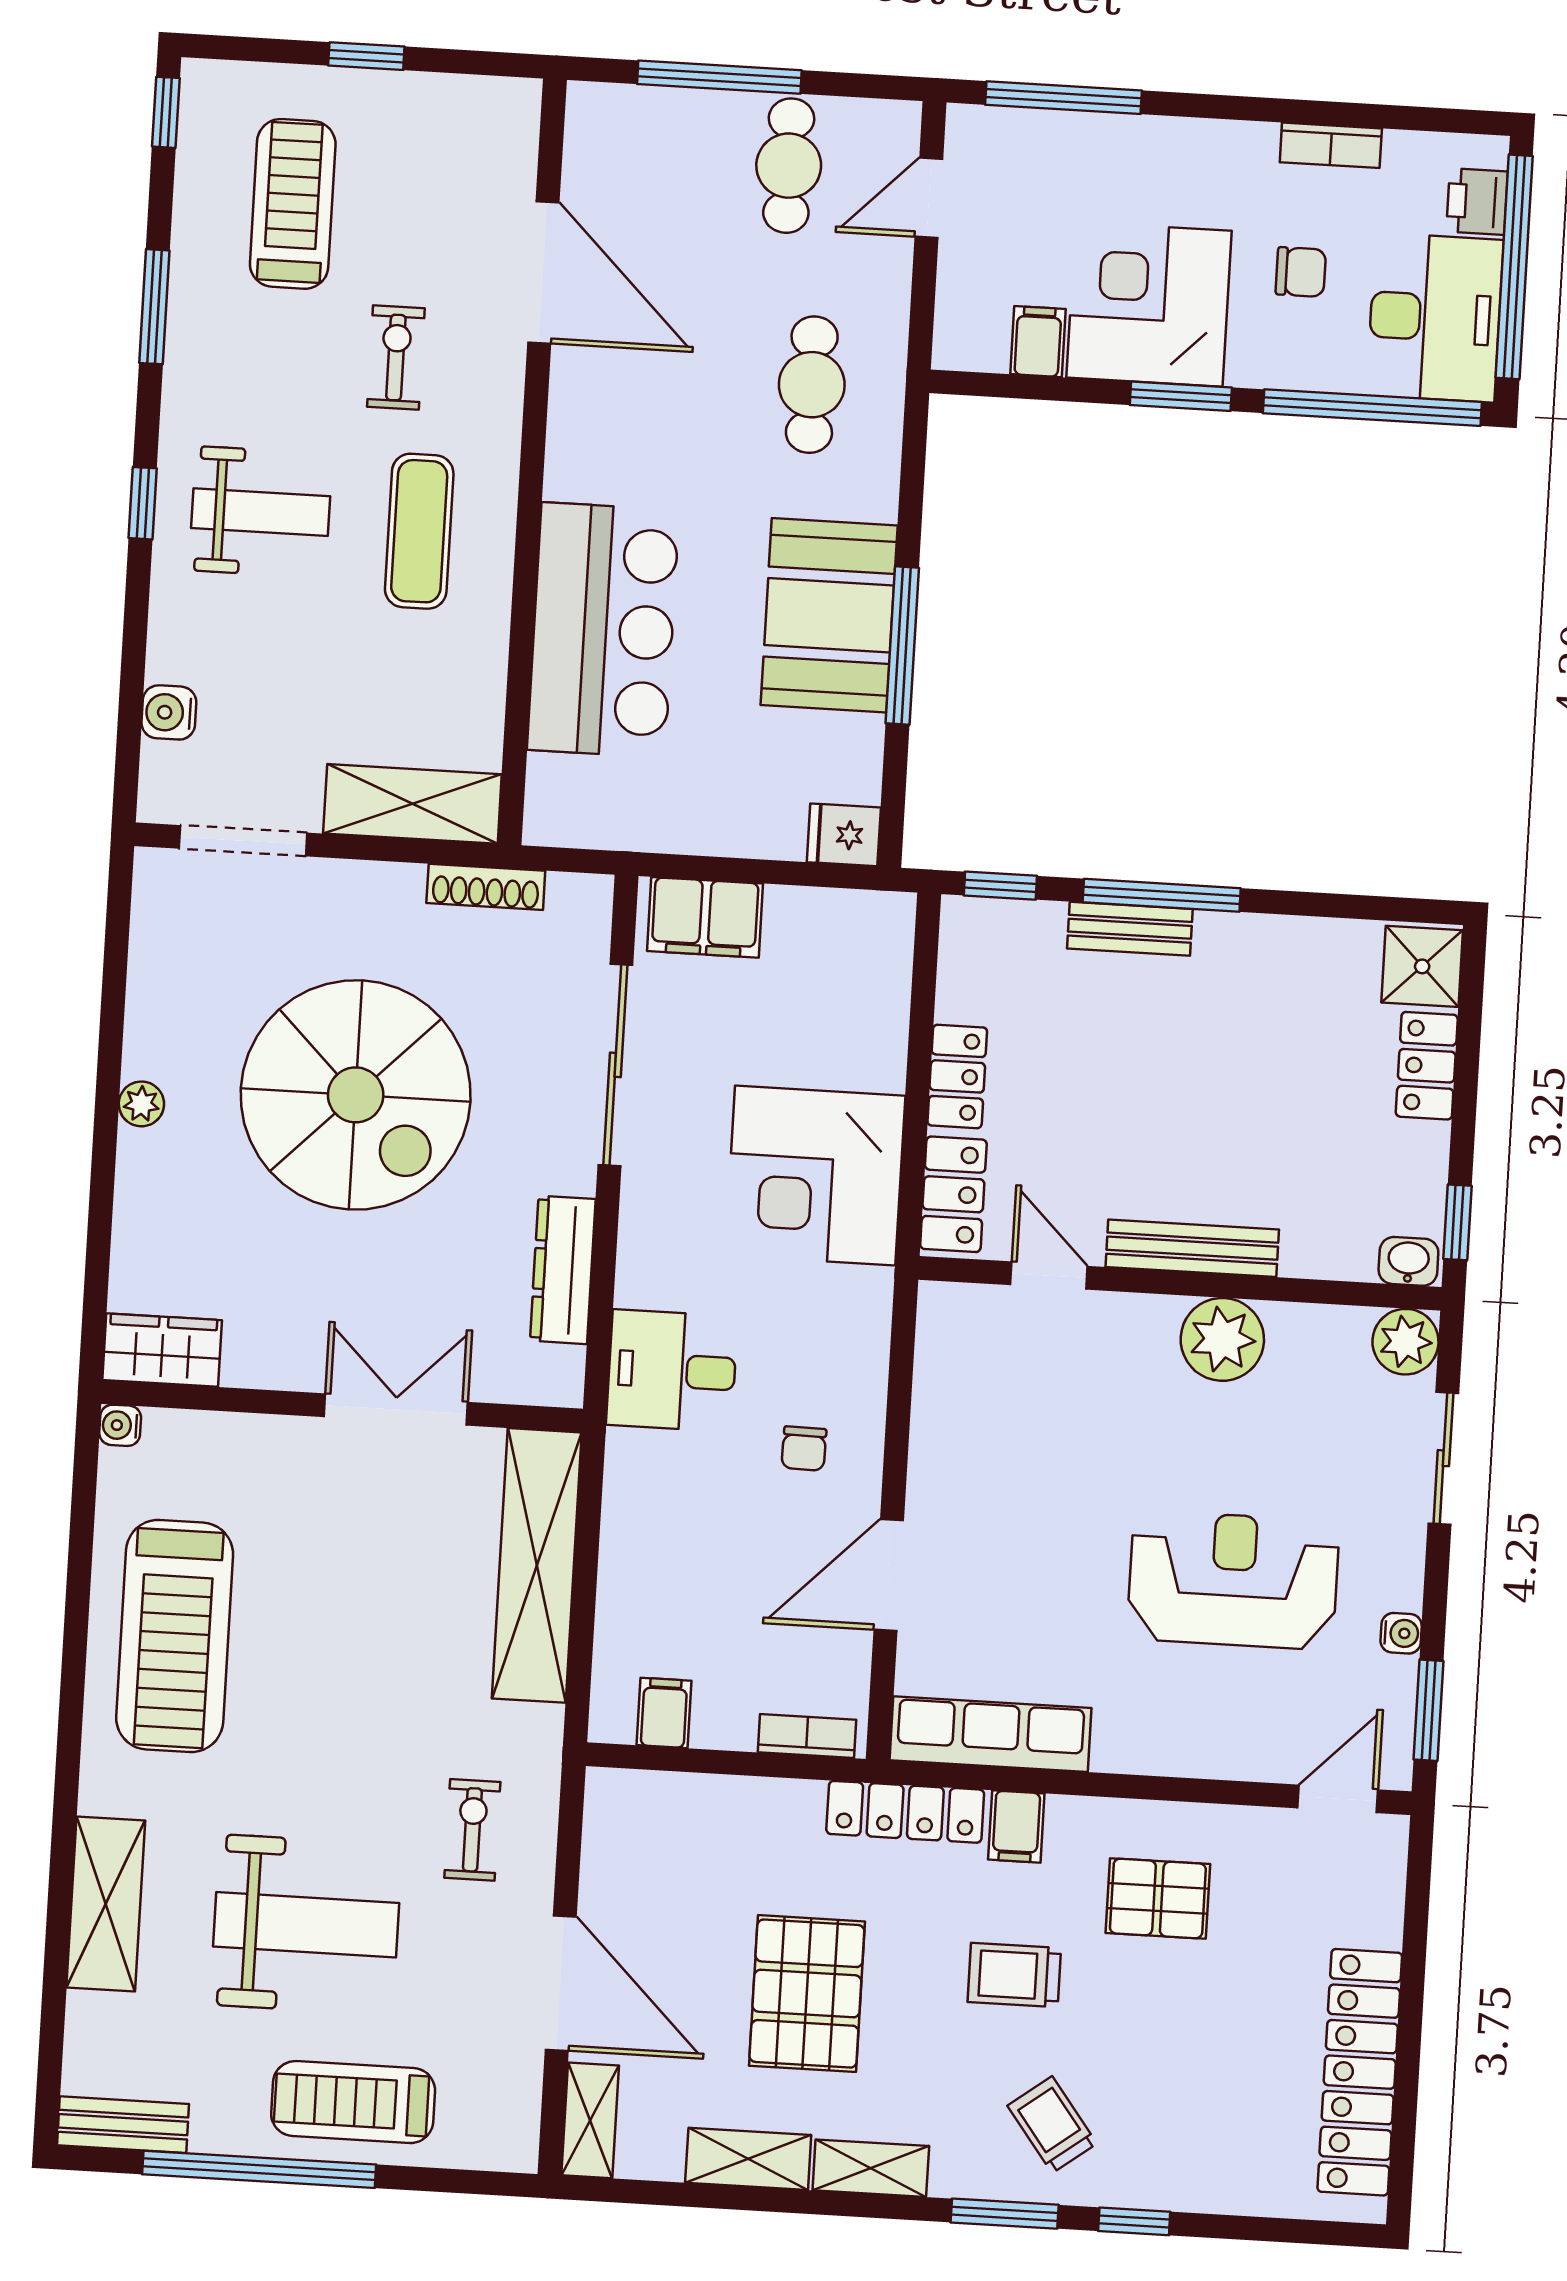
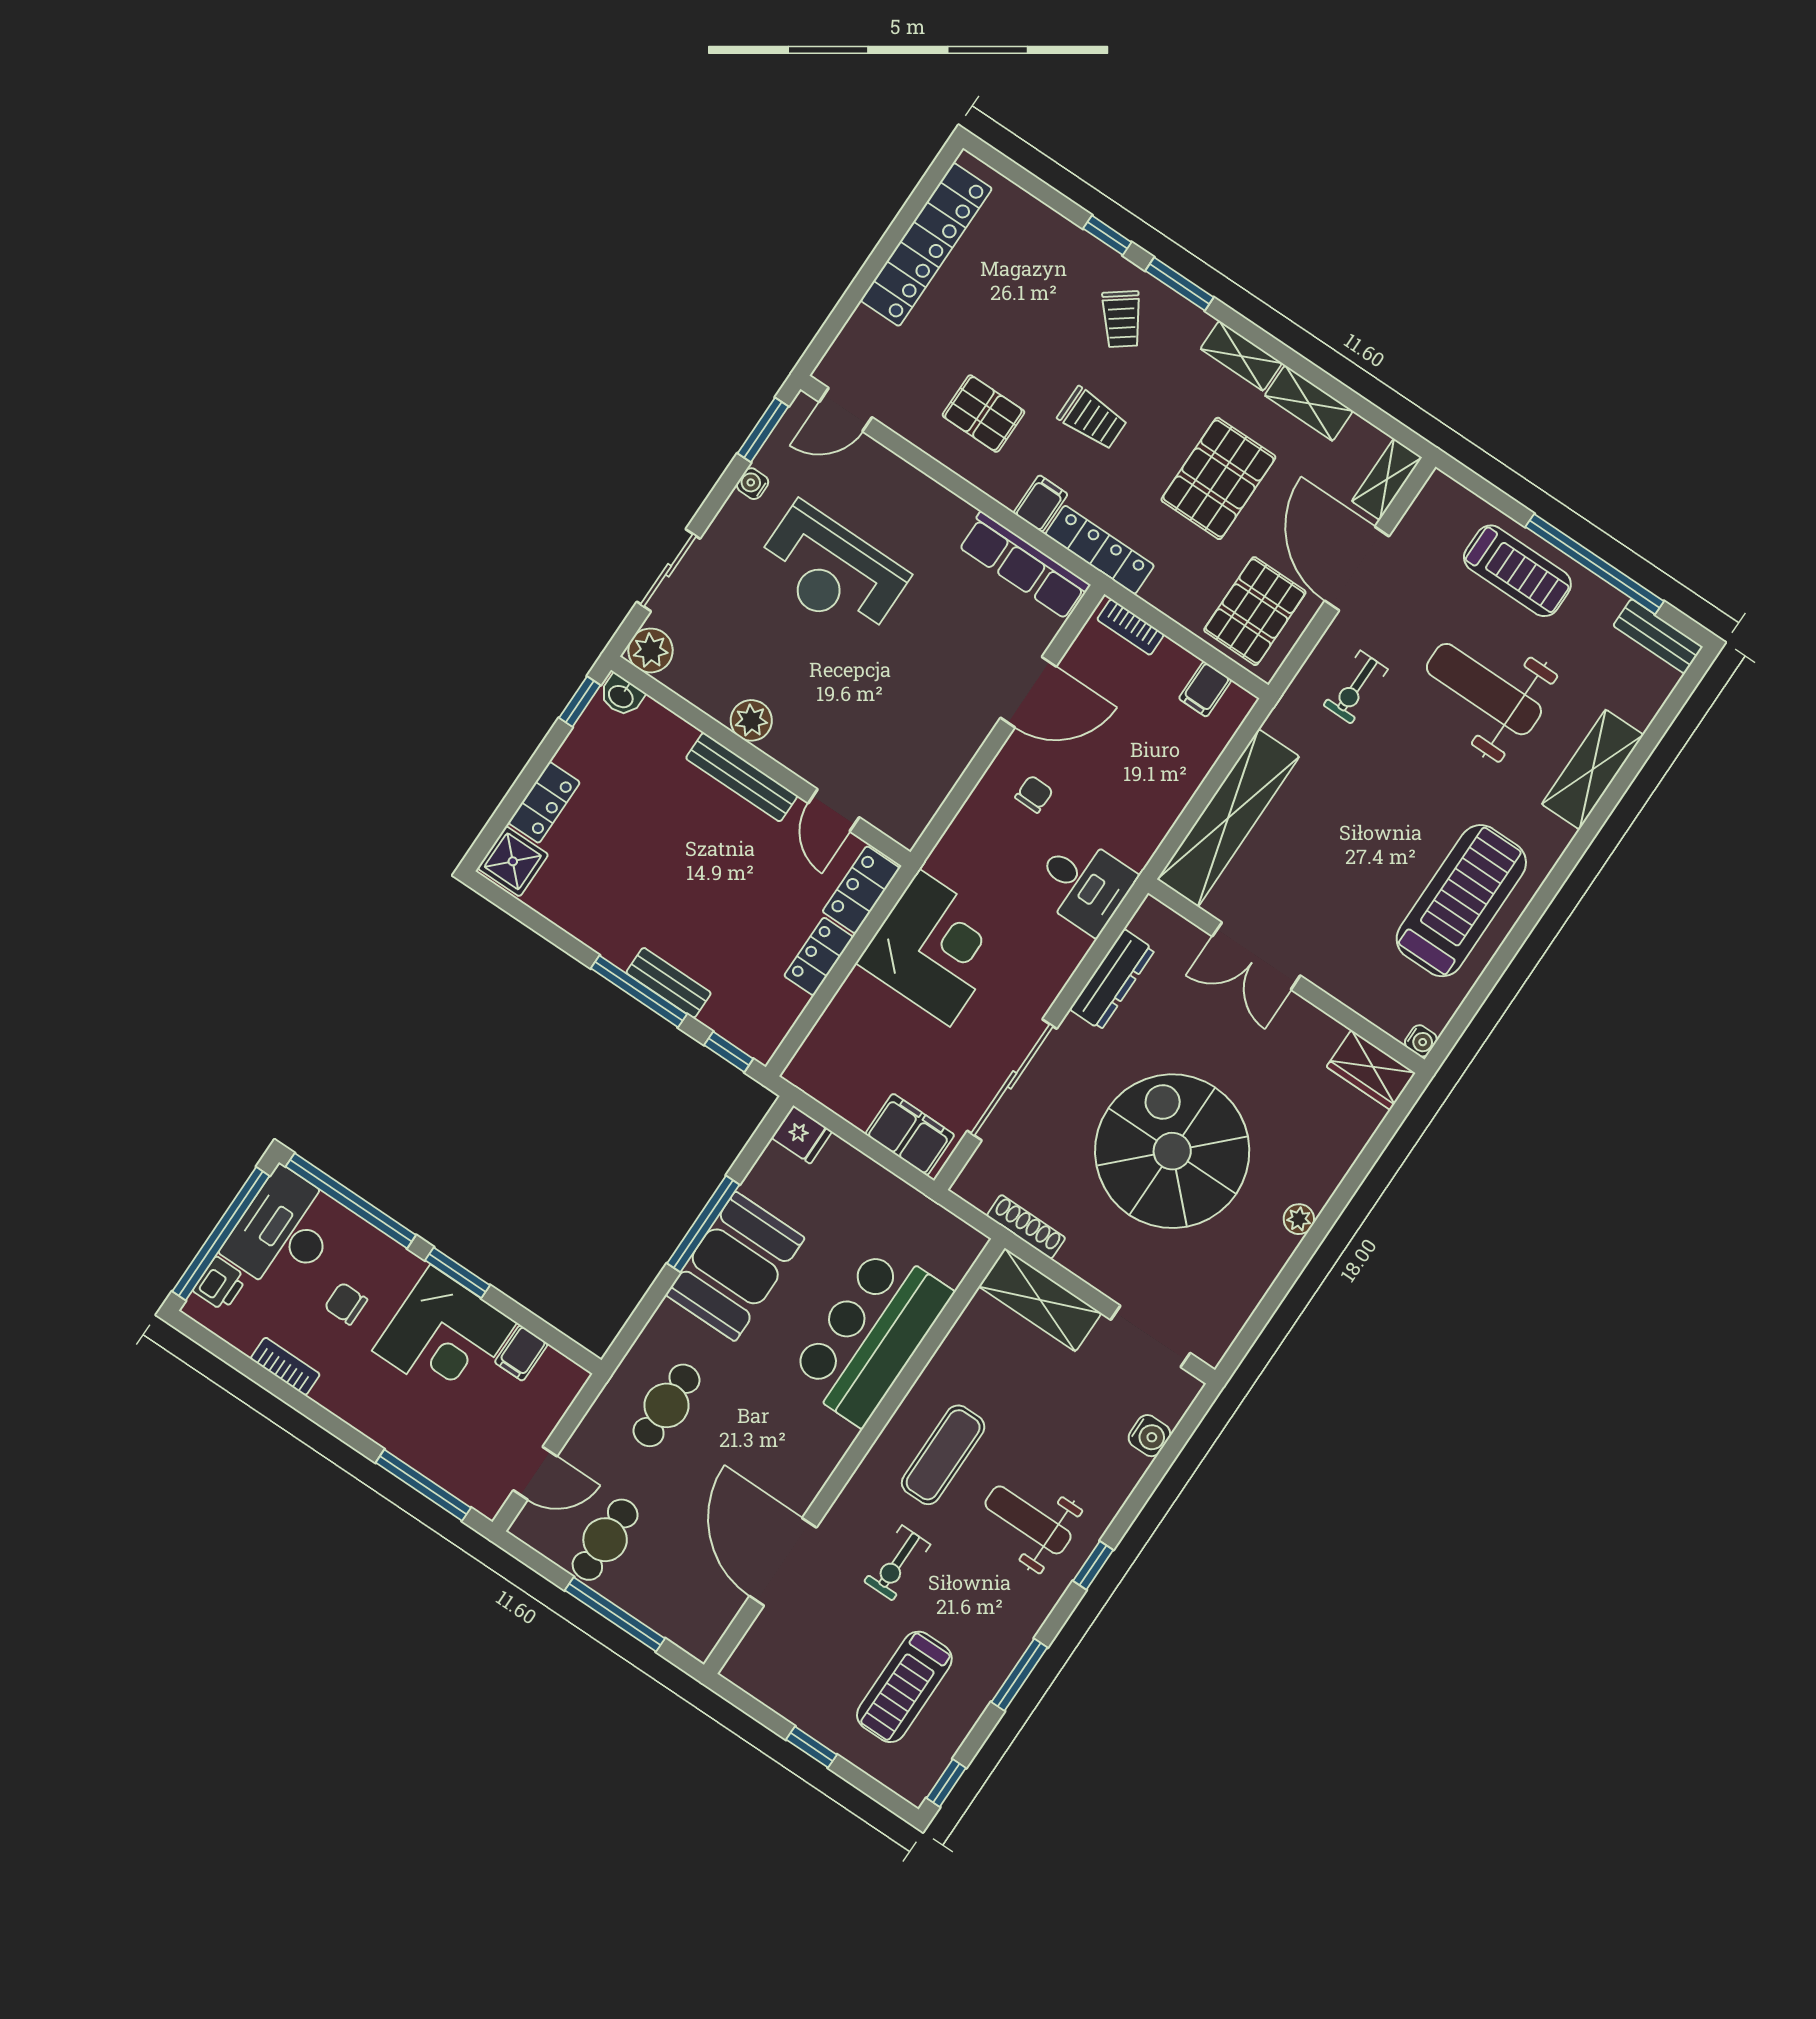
plant: (1222, 1339) -> (751, 720), width x0.73, depth x0.73
pallet: (659, 1851) -> (1255, 611), added

